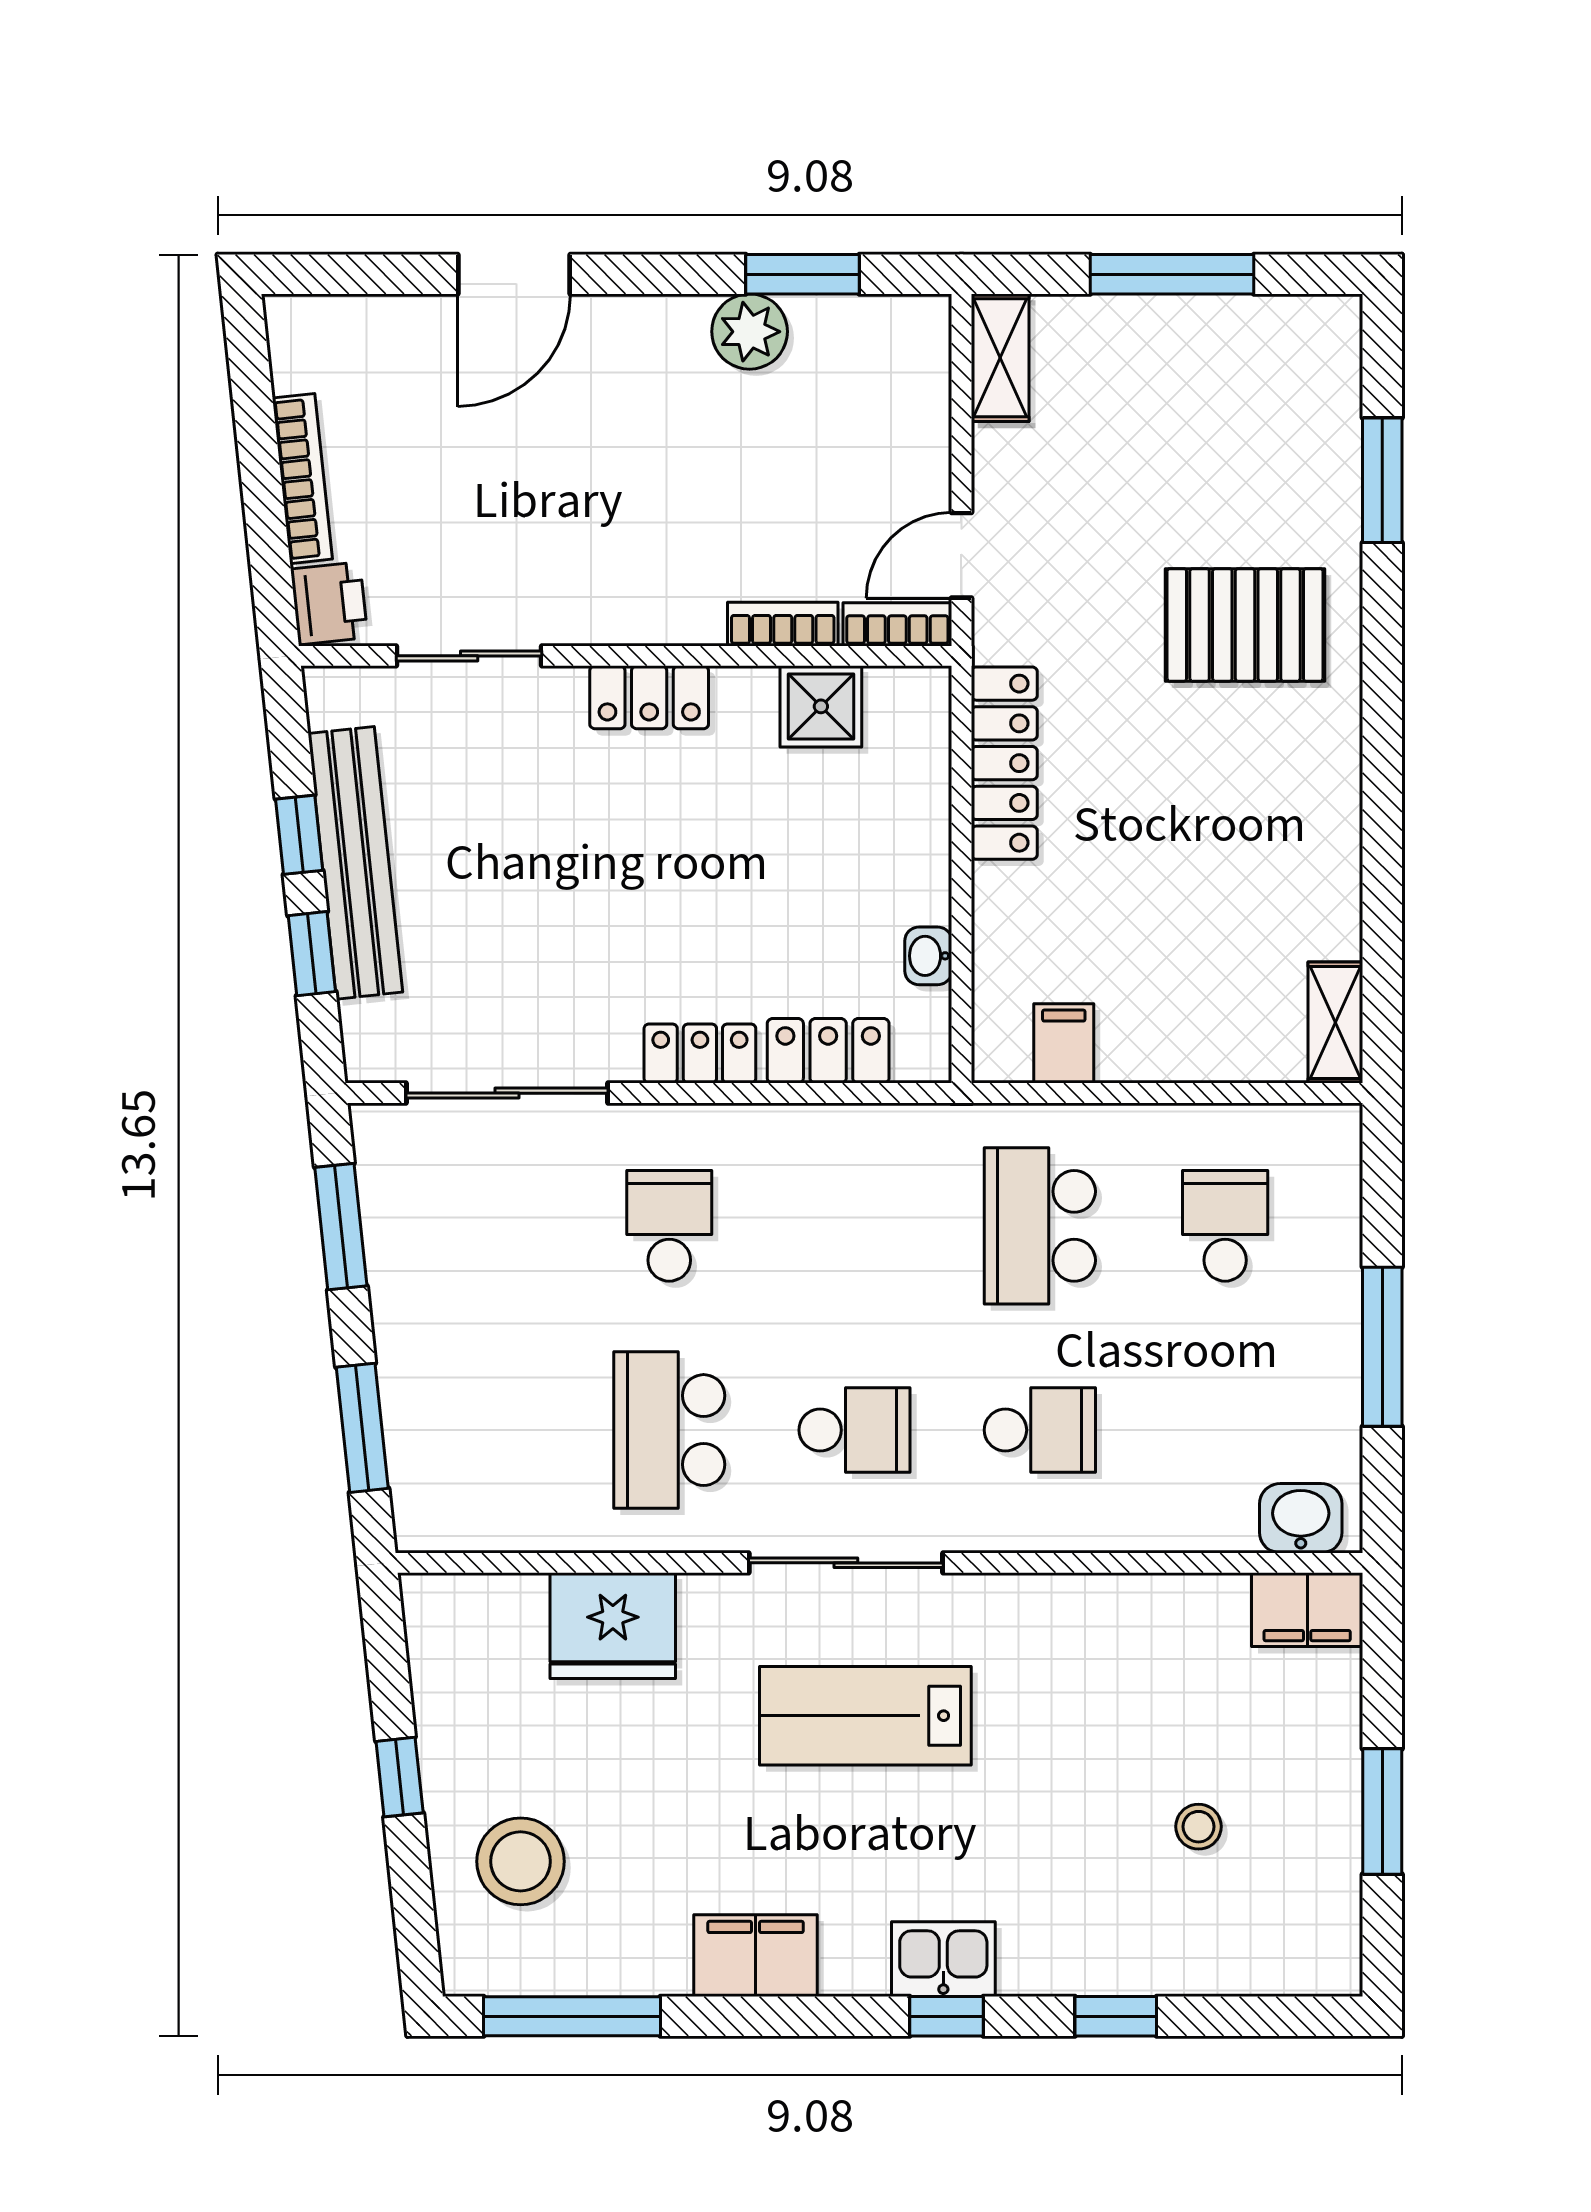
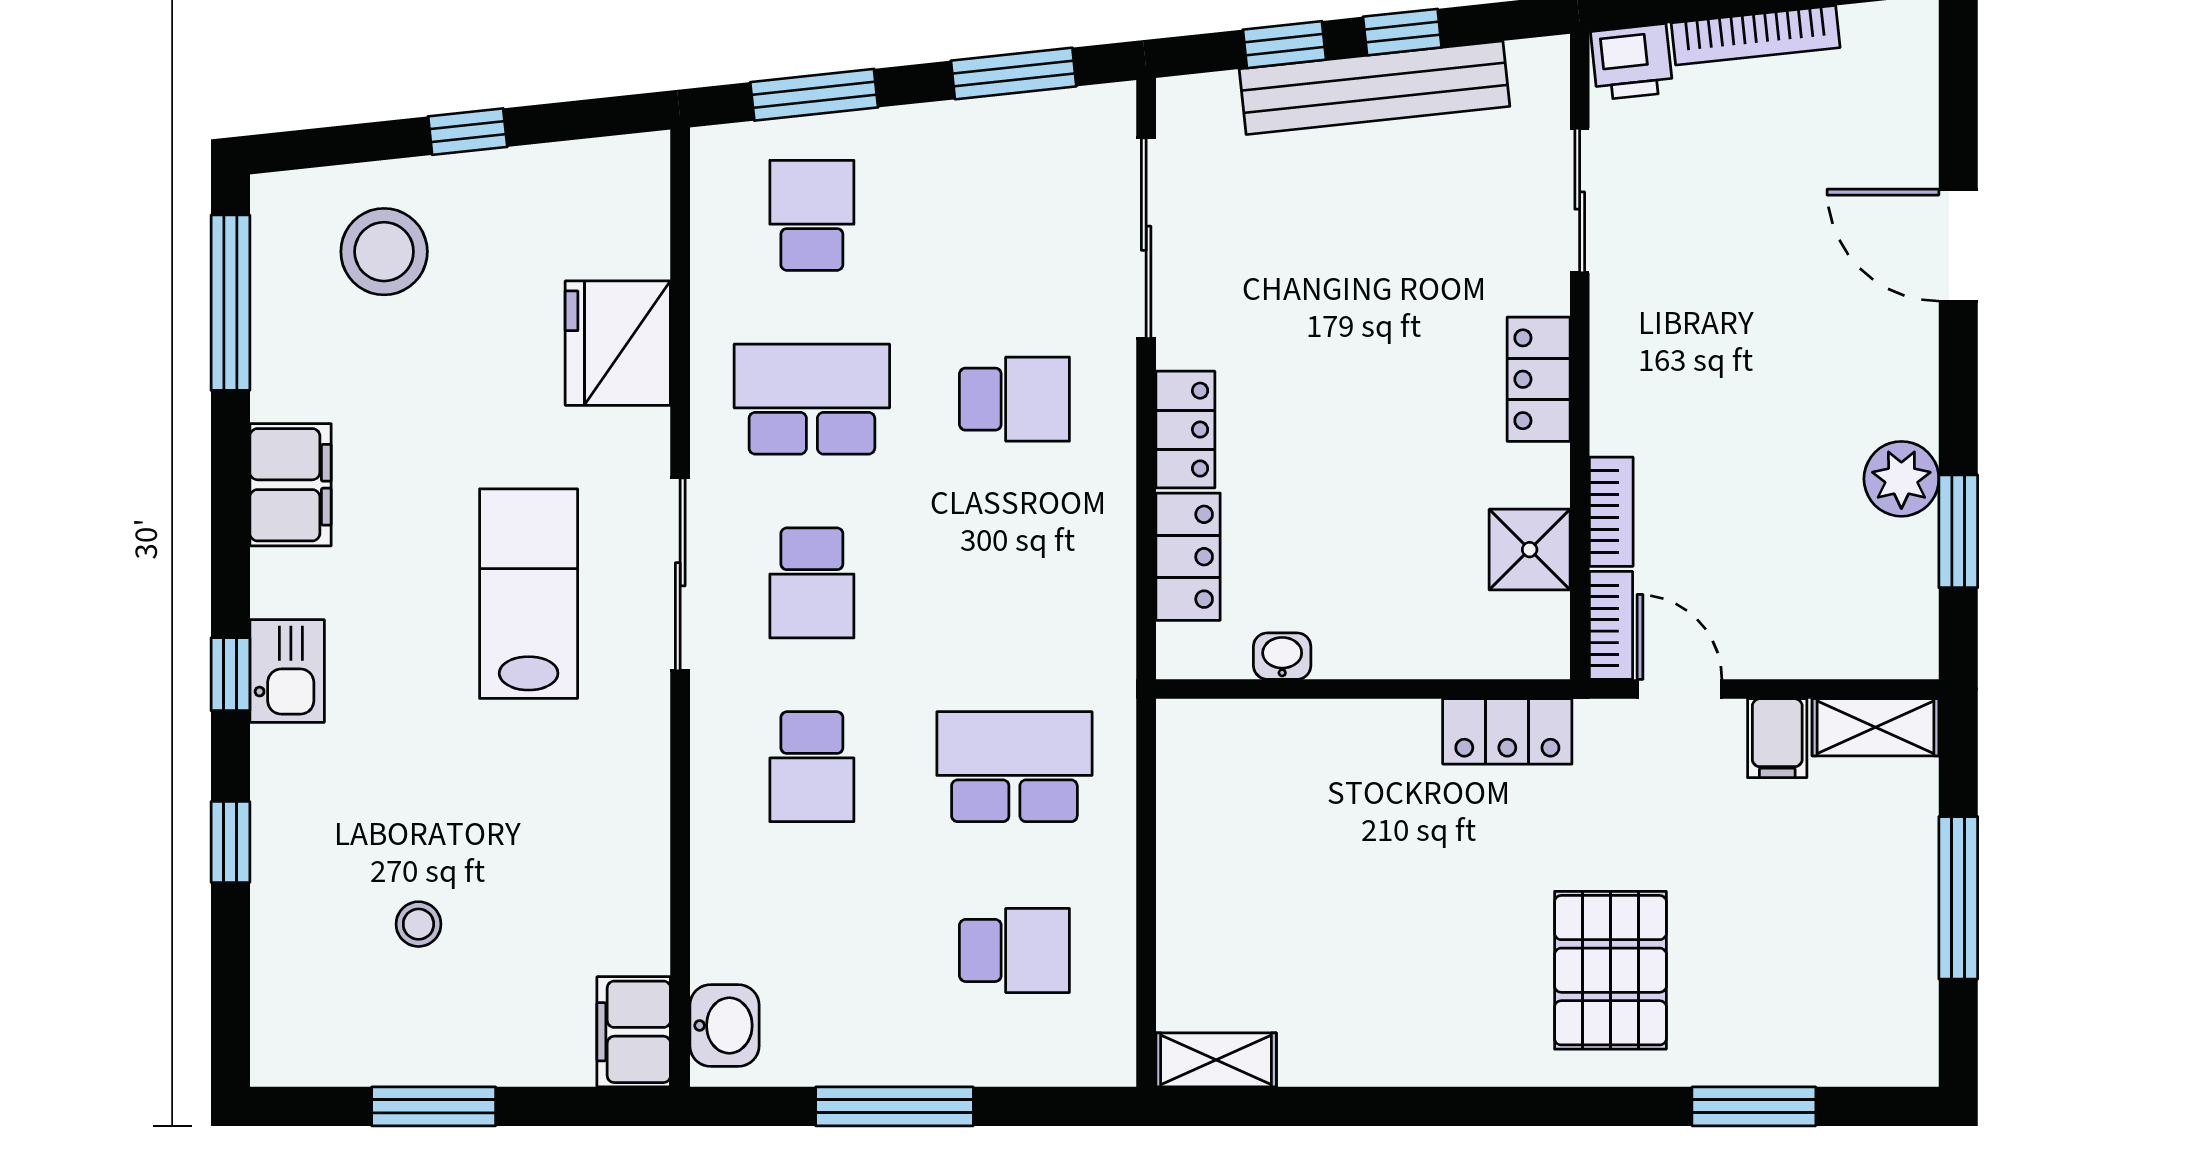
locker: (1004, 763) -> (1507, 731), width x0.66
filing cabinet: (1064, 1043) -> (1777, 738), moved, turned 90
school desk: (484, 1430) -> (812, 215), added

